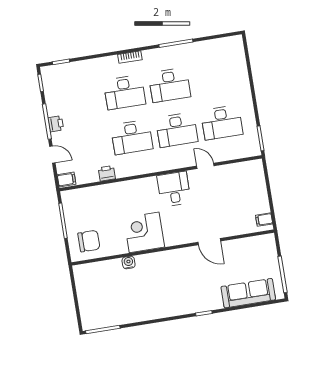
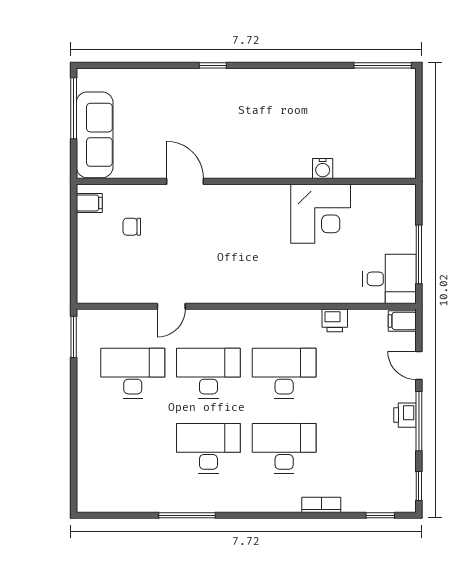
bookcase: (130, 57) -> (321, 505), moved
door: (205, 166) -> (171, 306), hinge flipped
desk: (174, 189) -> (390, 279), moved, turned -90
corner desk: (144, 232) -> (321, 214), moved
chair: (89, 241) -> (132, 227), moved, width x0.54, depth x0.54
sofa: (248, 293) -> (95, 135), moved, turned -90

